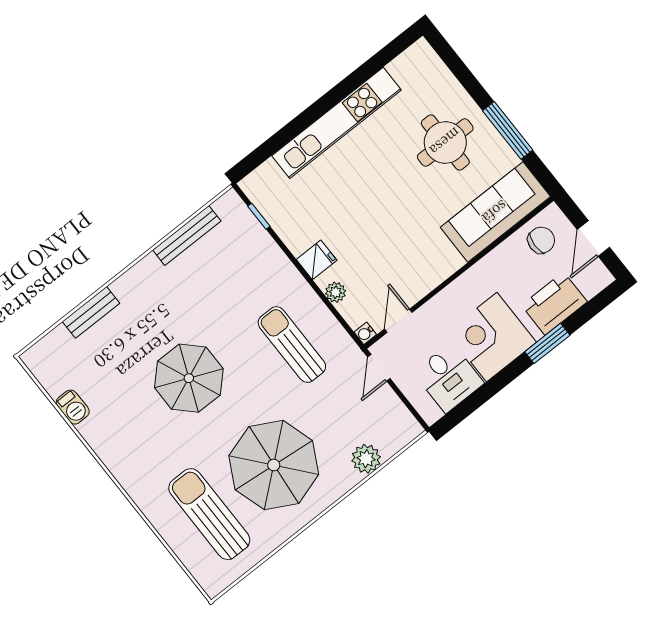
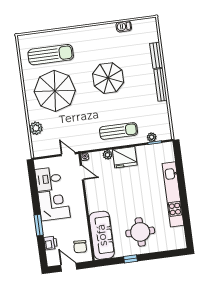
window: (508, 130) -> (130, 259), width x0.46
plant: (252, 228) -> (152, 137), added
bench: (187, 235) -> (160, 85), moved
fridge: (317, 260) -> (125, 157), width x1.88, depth x1.34
printer: (554, 304) -> (50, 243), width x0.53, depth x0.68
sun lounger: (292, 345) -> (119, 131), moved

